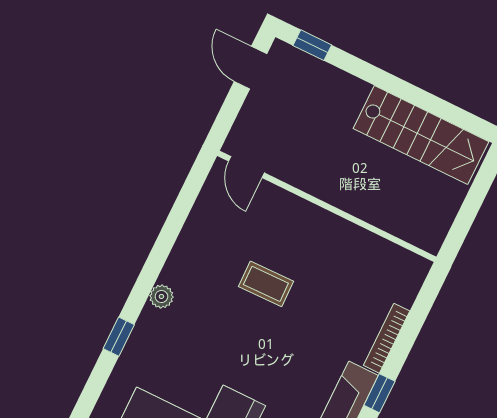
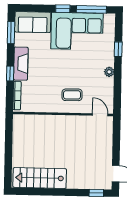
door: (246, 167) -> (100, 115), moved
wall: (327, 206) -> (63, 114), moved

